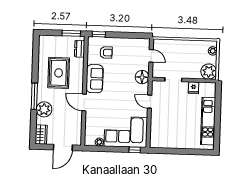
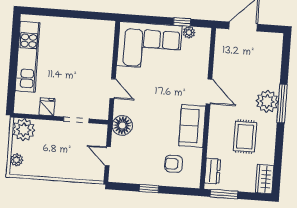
window: (99, 34) -> (149, 189), moved
rug: (59, 73) -> (245, 137), width x0.73, depth x0.70
plant: (44, 109) -> (267, 101), moved
wardrobe: (41, 135) -> (265, 179), moved
window: (135, 150) -> (182, 22), moved

